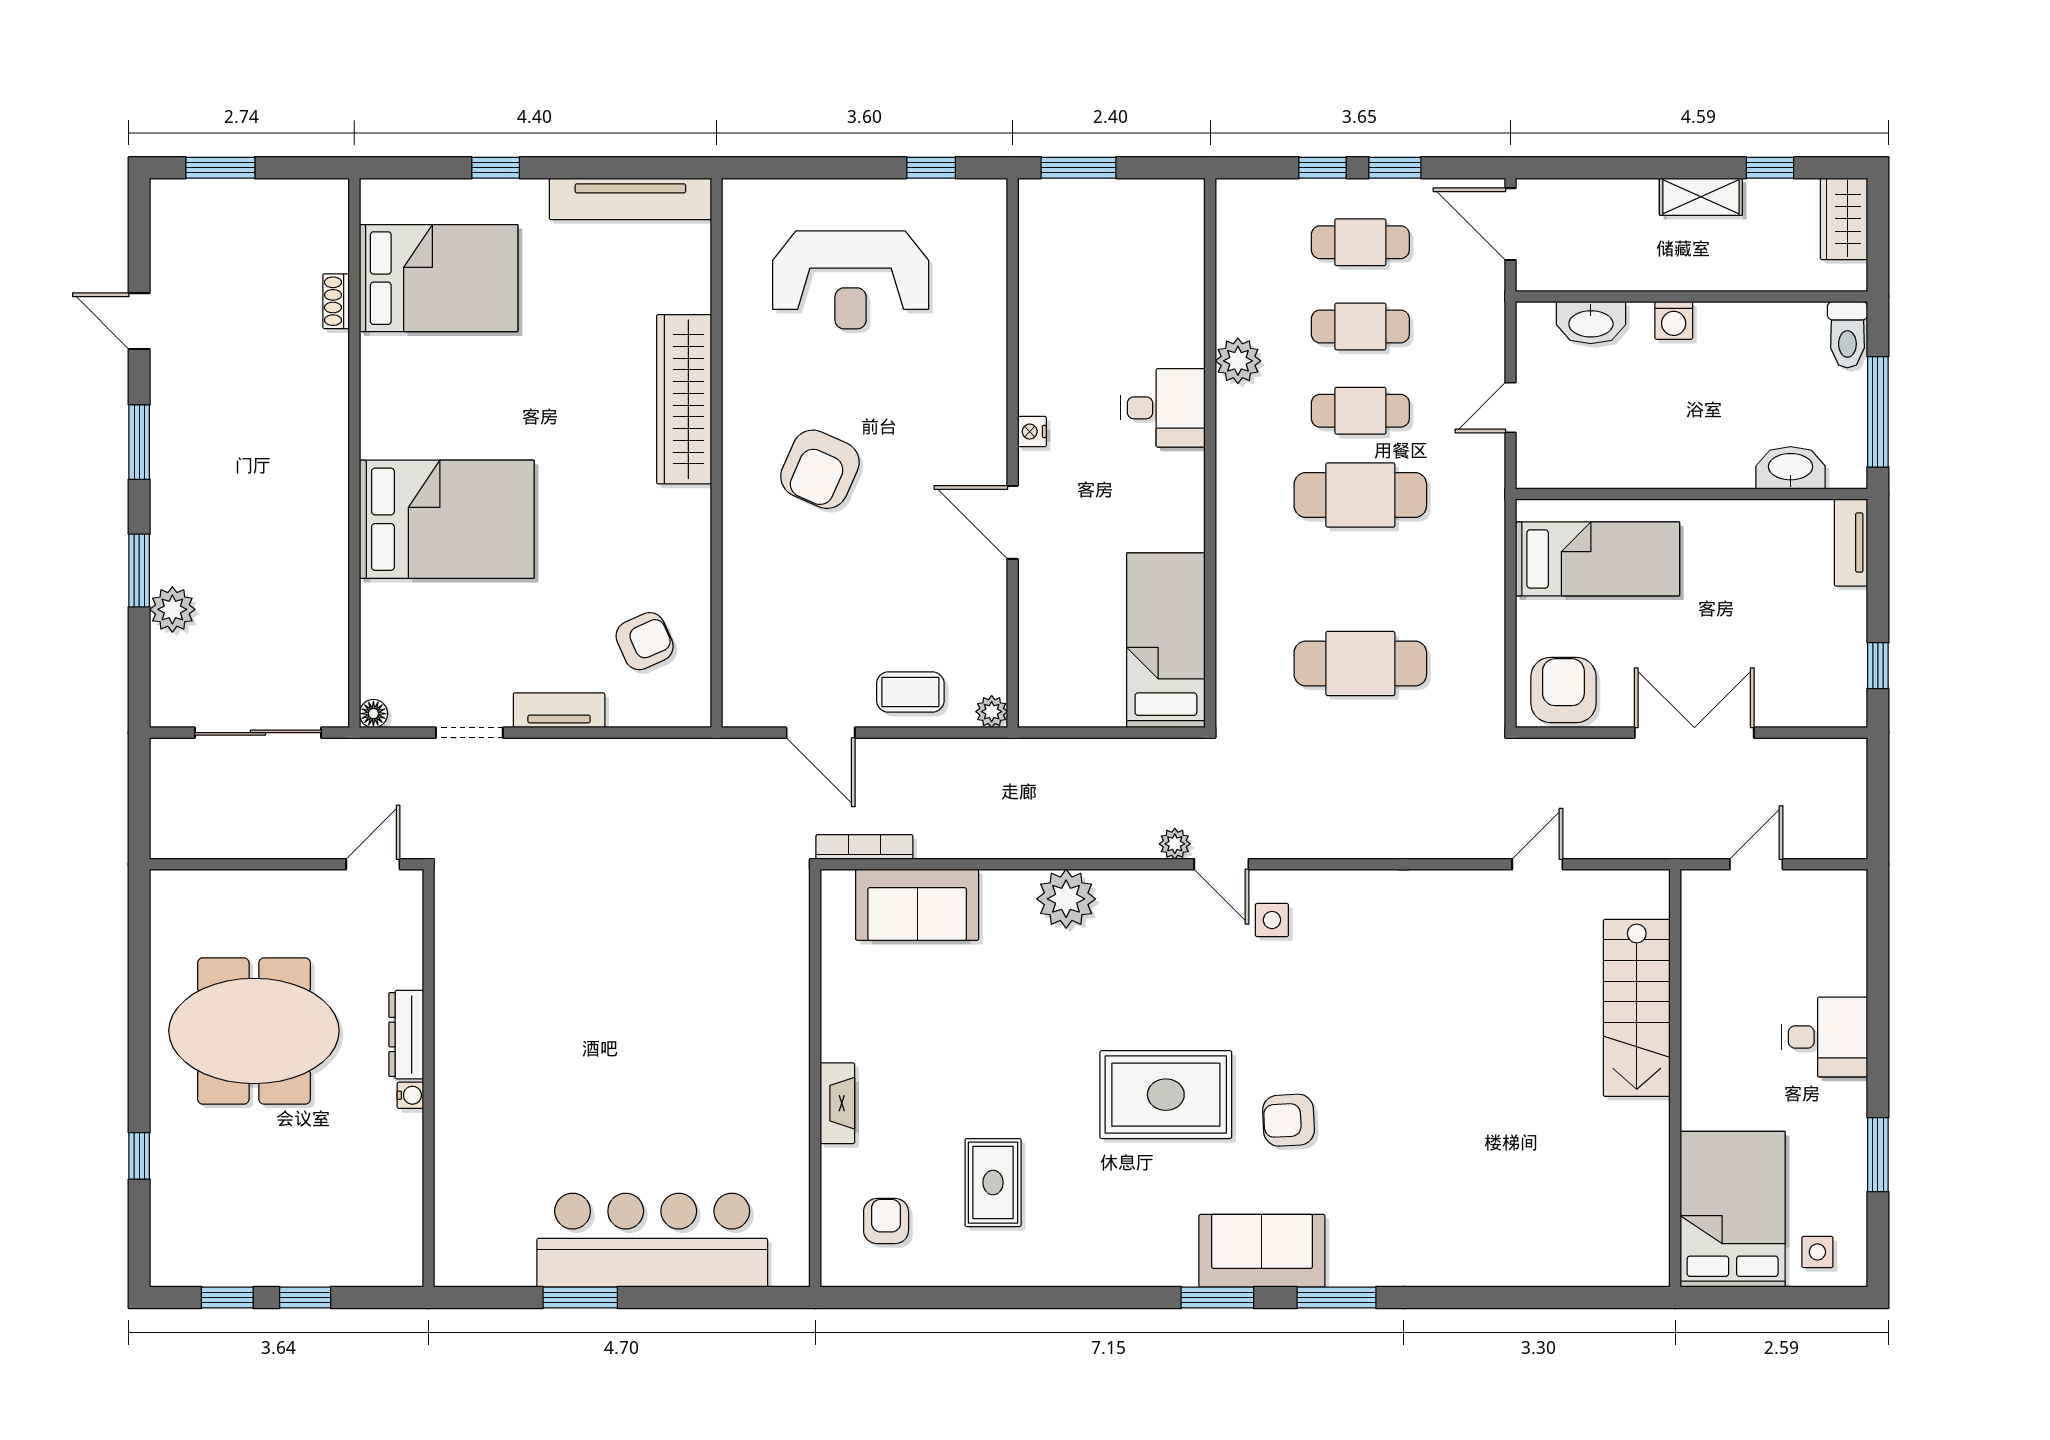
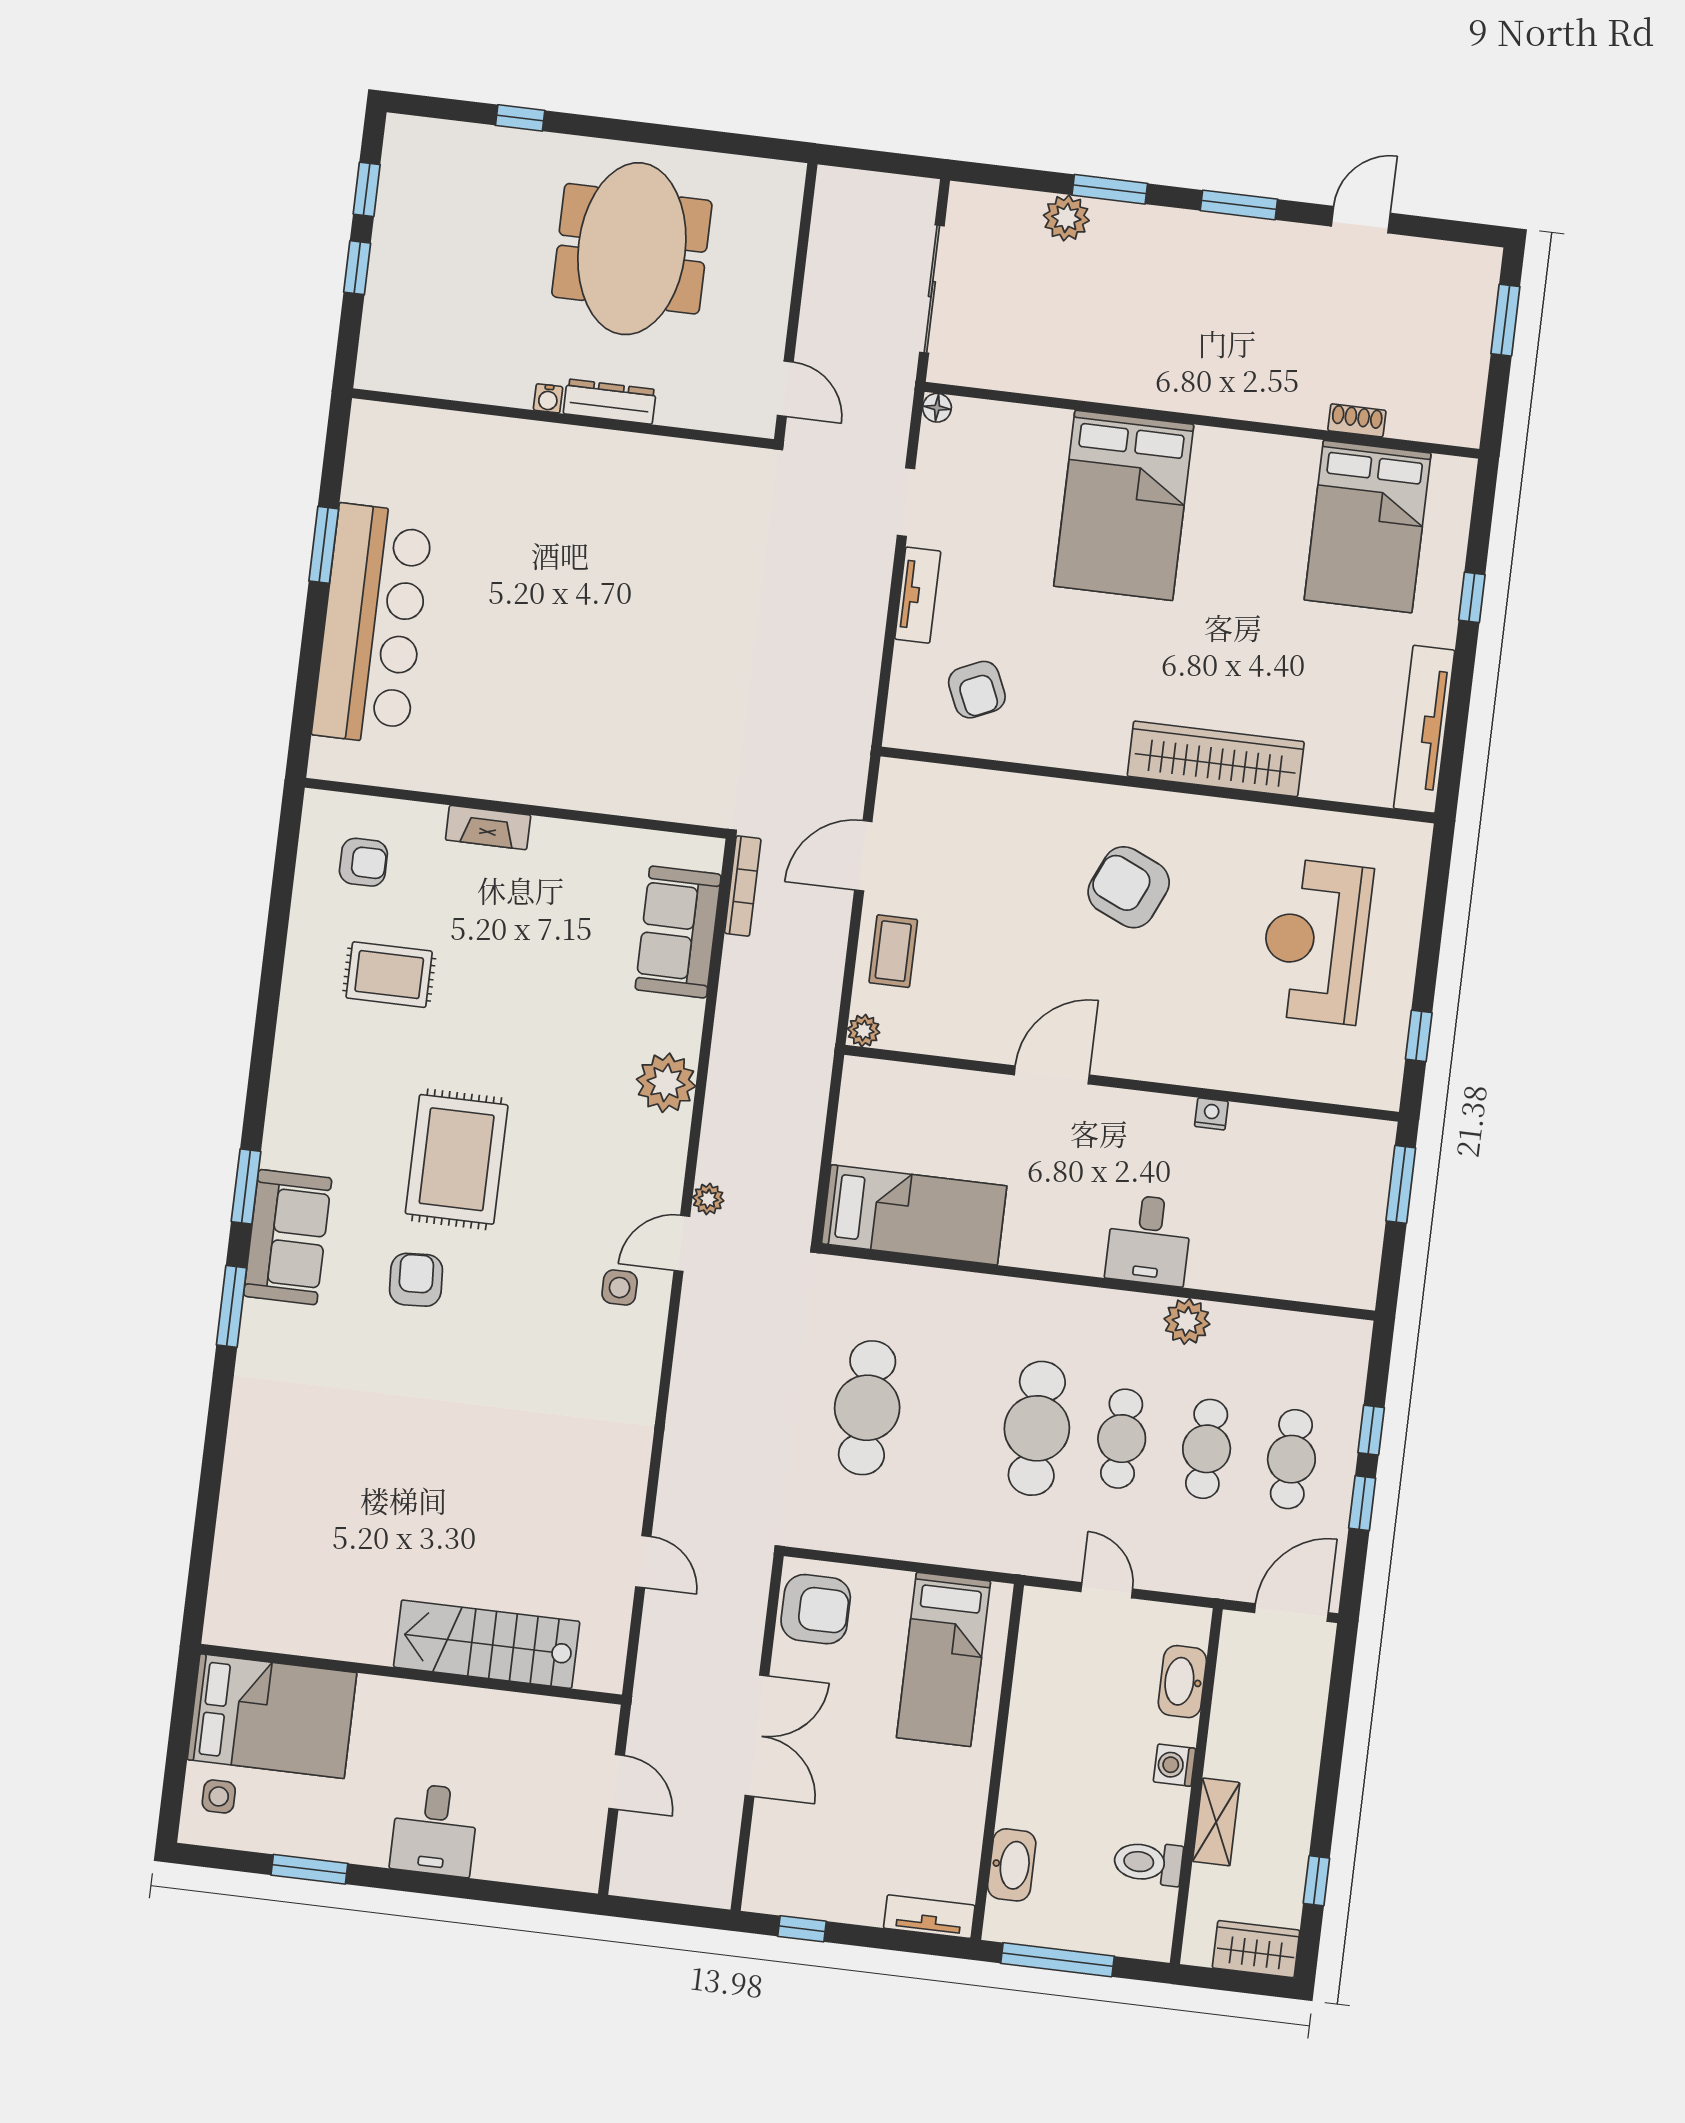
shelving: (1701, 197) -> (1216, 1822), moved
toilet: (1847, 335) -> (1148, 1863), moved
nightstand: (1032, 432) -> (1211, 1114), moved

